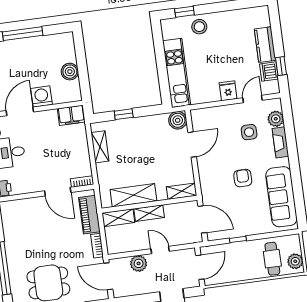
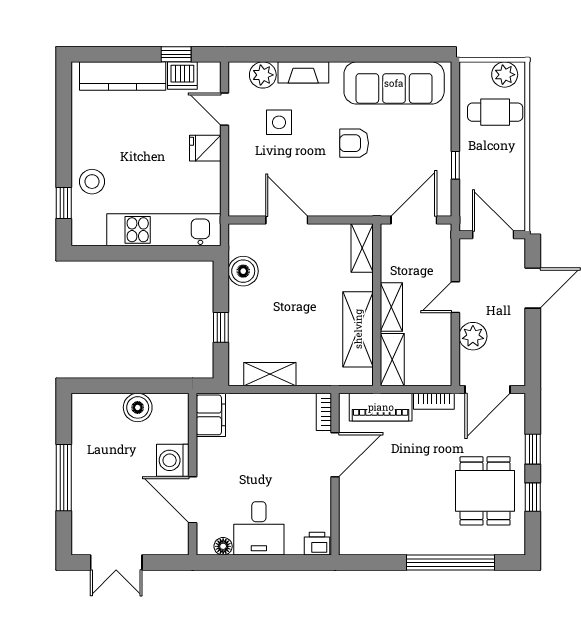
kitchen counter: (265, 45) -> (123, 76), width x1.50
boiler: (178, 120) -> (243, 271), moved

